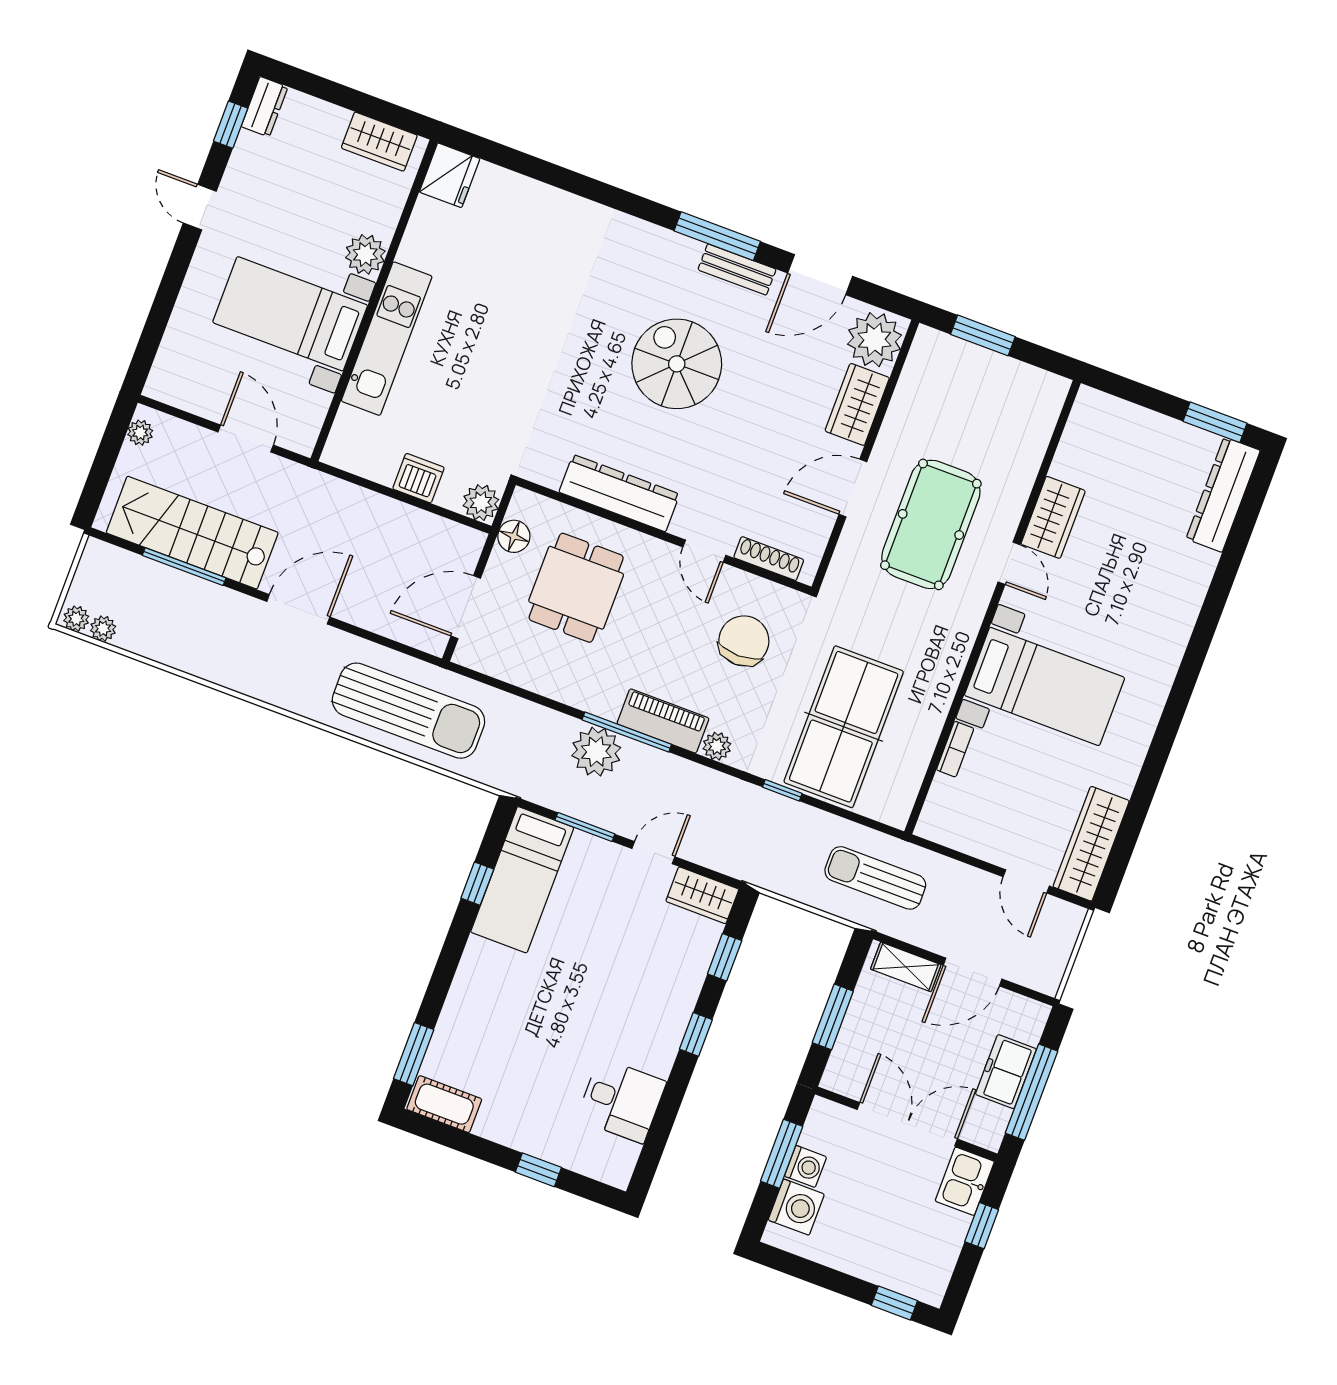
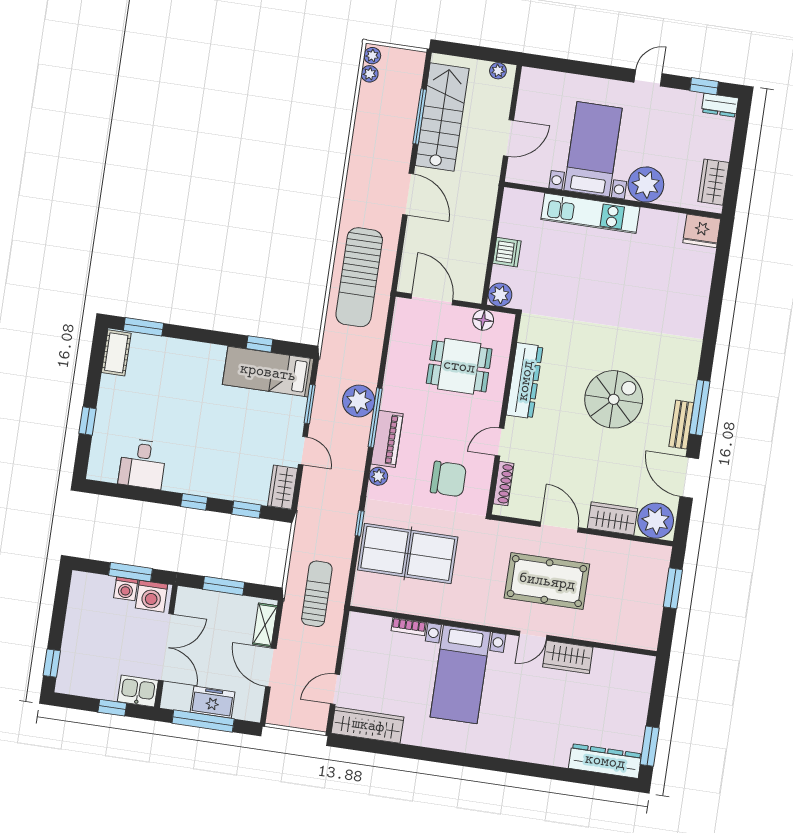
plant: (365, 254) -> (646, 185), width x1.36, depth x1.36
washing machine: (796, 1207) -> (152, 596), moved

